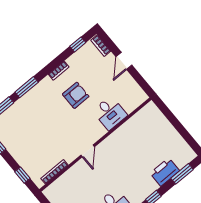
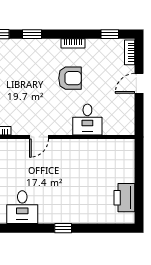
window: (27, 87) -> (32, 34), width x0.67
printer: (165, 172) -> (124, 198), moved, turned -90
window: (182, 174) -> (107, 228), removed

